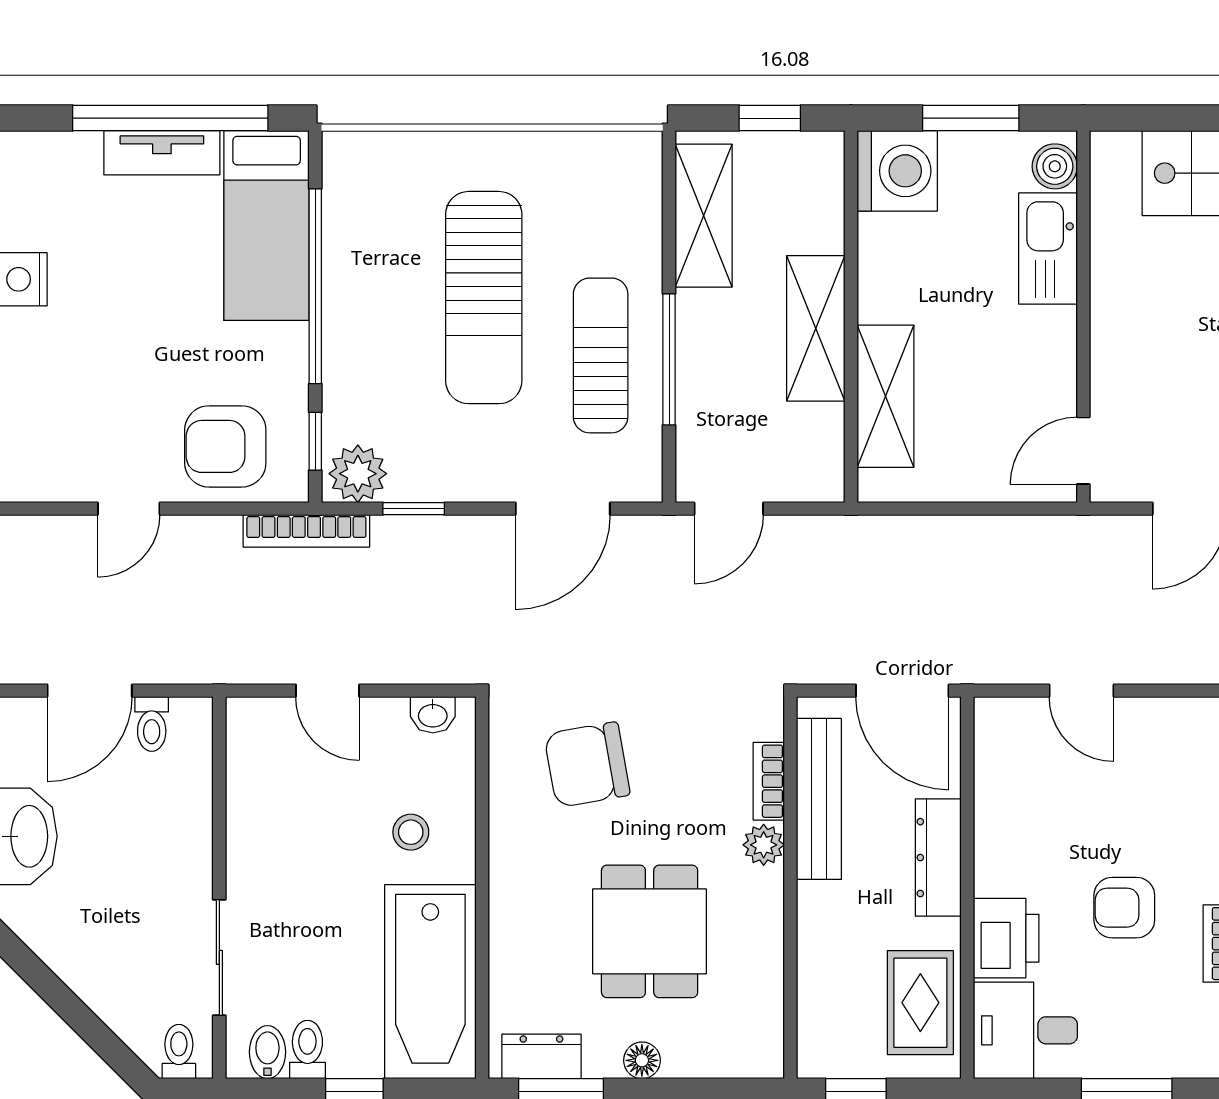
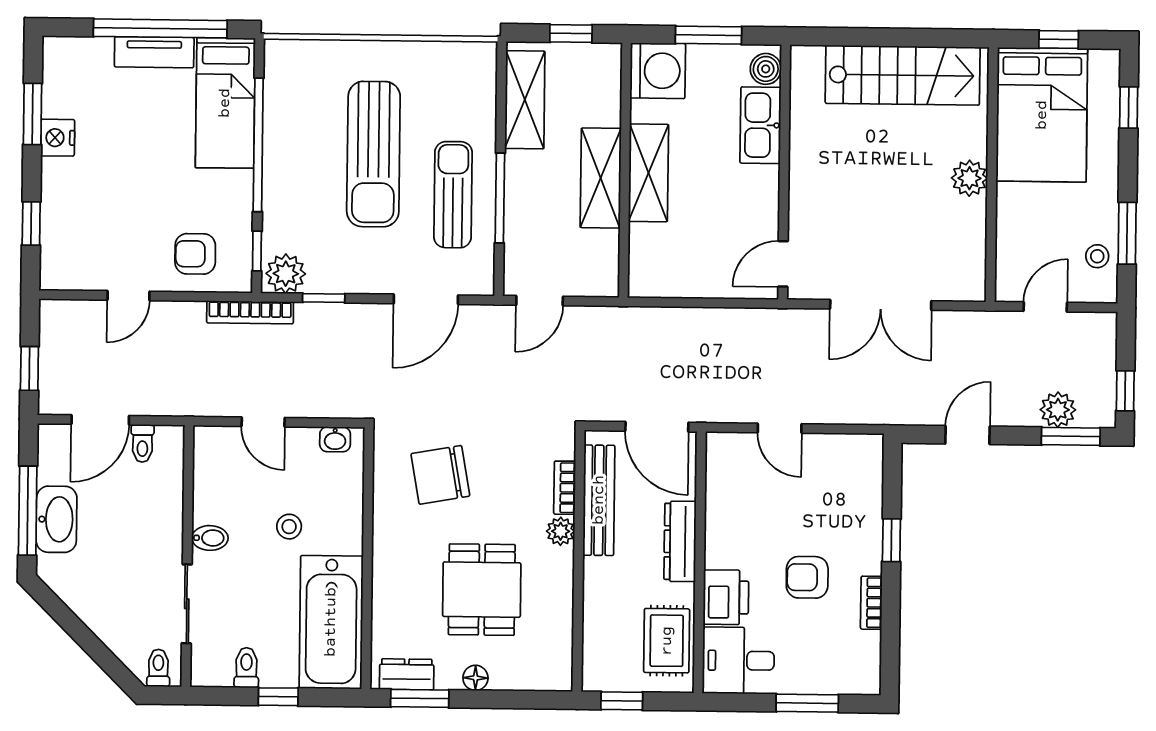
shelving: (885, 396) -> (648, 173), moved
armchair: (225, 446) -> (195, 254), width x0.72, depth x0.72
stool: (411, 832) -> (289, 527), moved
bidet: (267, 1052) -> (210, 538), moved, turned 90

